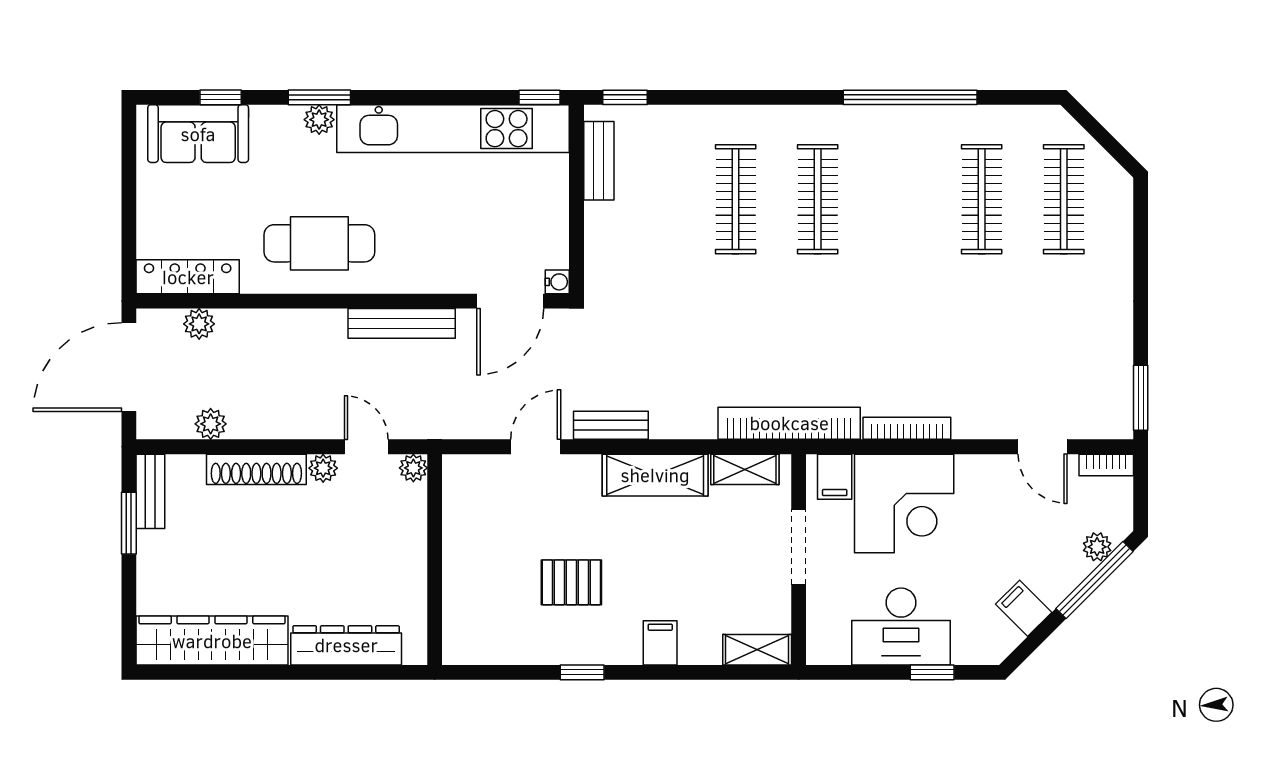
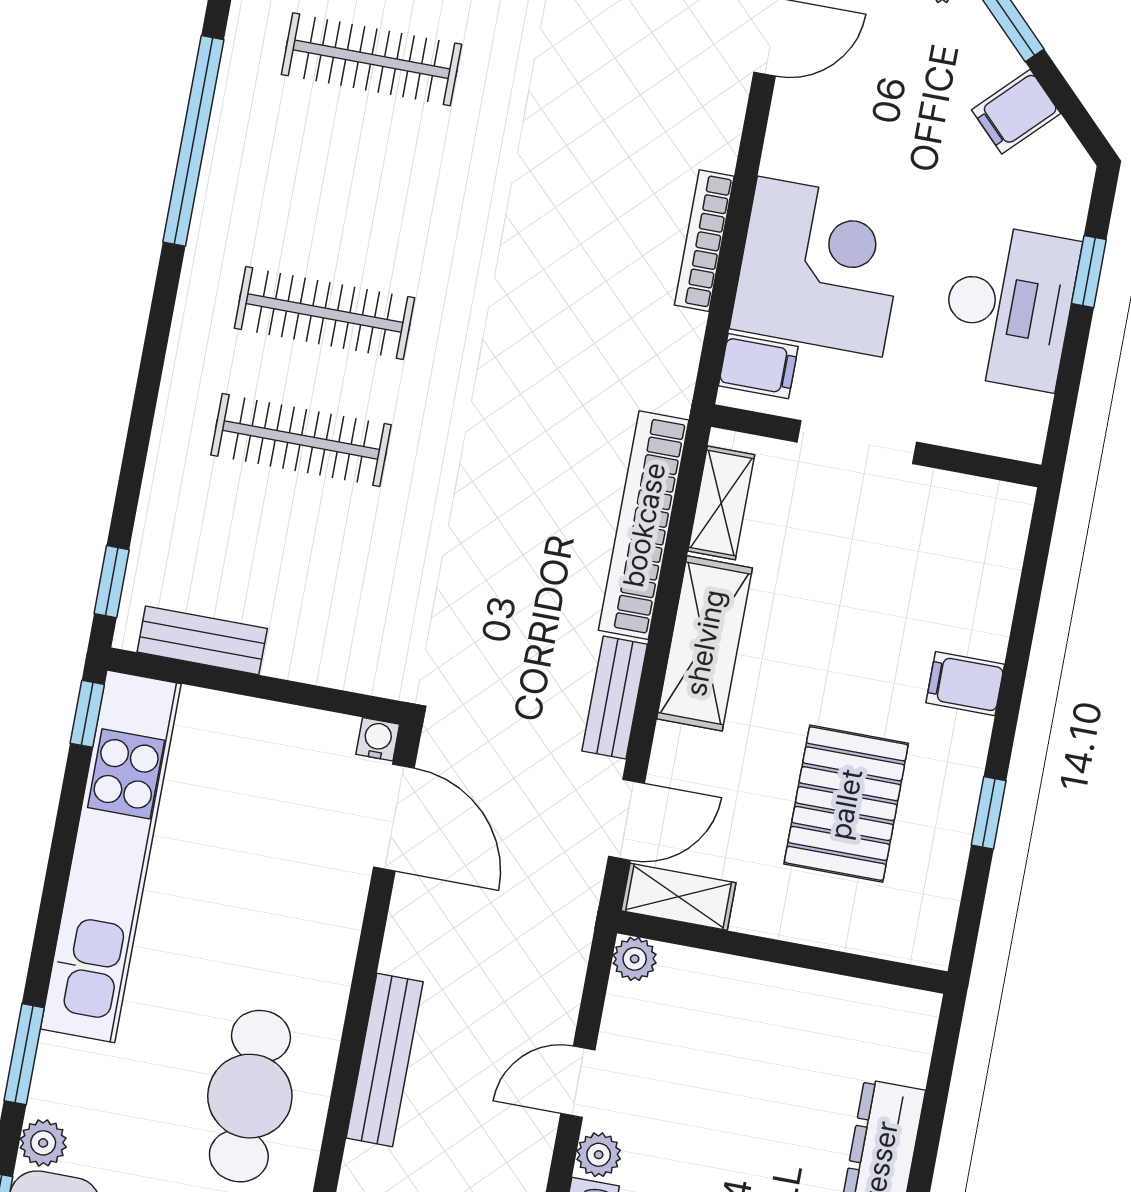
plant: (319, 120) -> (43, 1143), moved
bench: (402, 323) -> (385, 1060), moved
bookcase: (789, 423) -> (644, 525), moved
door: (536, 447) -> (626, 820), swing flipped
plant: (413, 468) -> (635, 959), moved
wall: (435, 560) -> (782, 952), moved
pallet: (571, 582) -> (846, 804), width x1.50, depth x1.42
shelving: (757, 650) -> (679, 897), moved, turned 90

